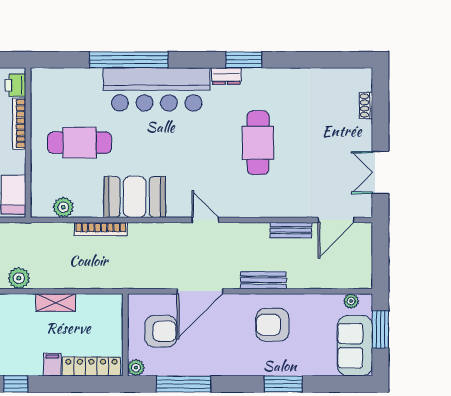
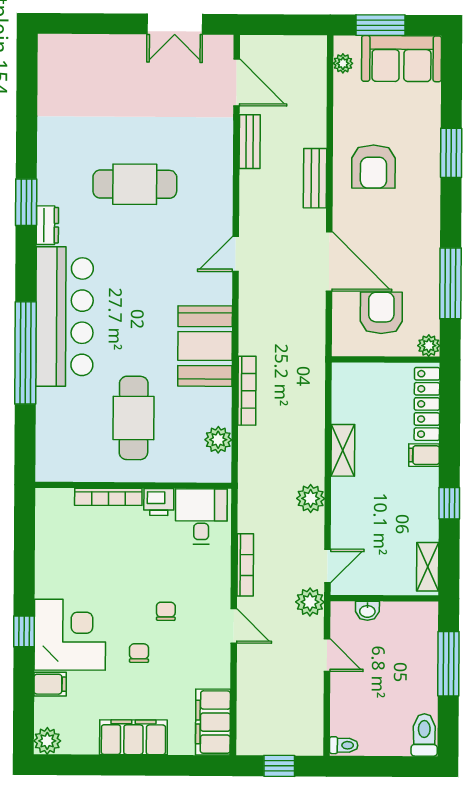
printer: (15, 85) -> (159, 502), moved
shoe rack: (366, 105) -> (87, 42), removed

